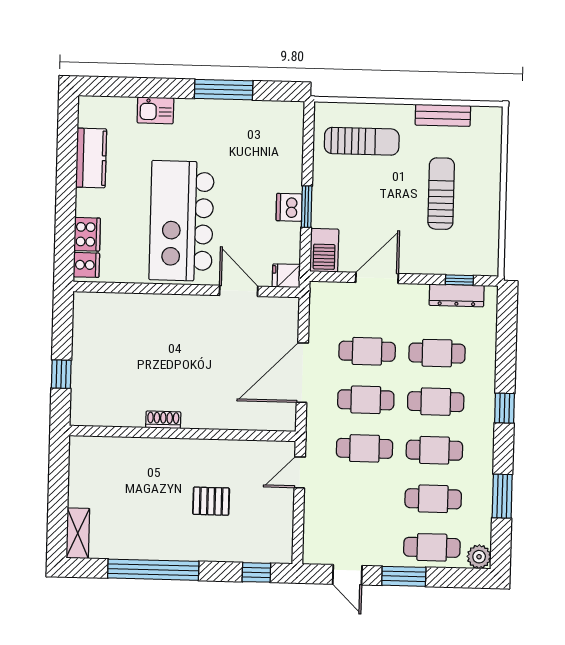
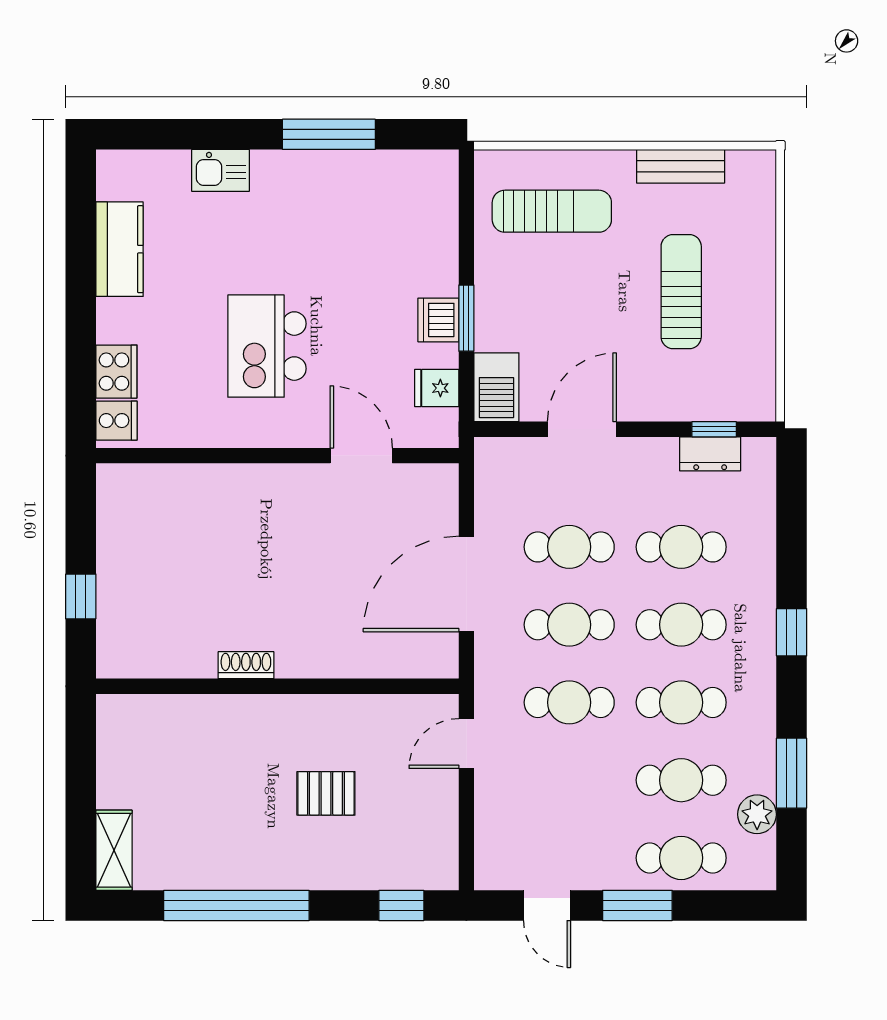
kitchen island: (182, 221) -> (267, 346), width x0.54, depth x0.78
fridge: (286, 276) -> (437, 388), moved
dresser: (457, 295) -> (710, 454), width x0.70
plant: (479, 557) -> (757, 814), moved

